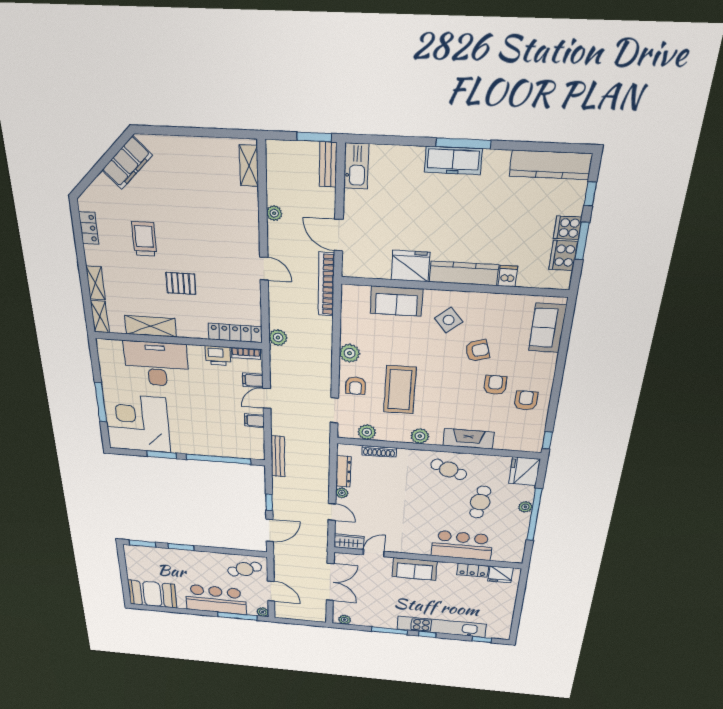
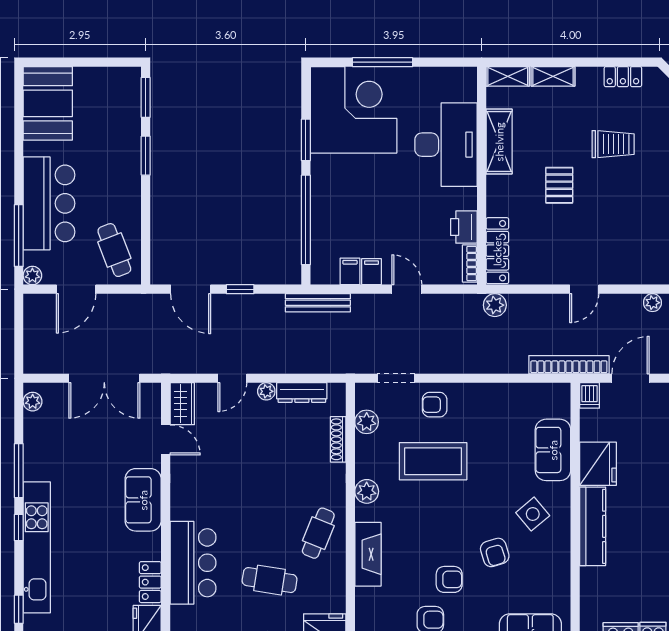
dishwasher: (508, 276) -> (589, 395), moved, turned 90
plant: (350, 353) -> (480, 396), removed
filing cabinet: (253, 380) -> (350, 271), moved

